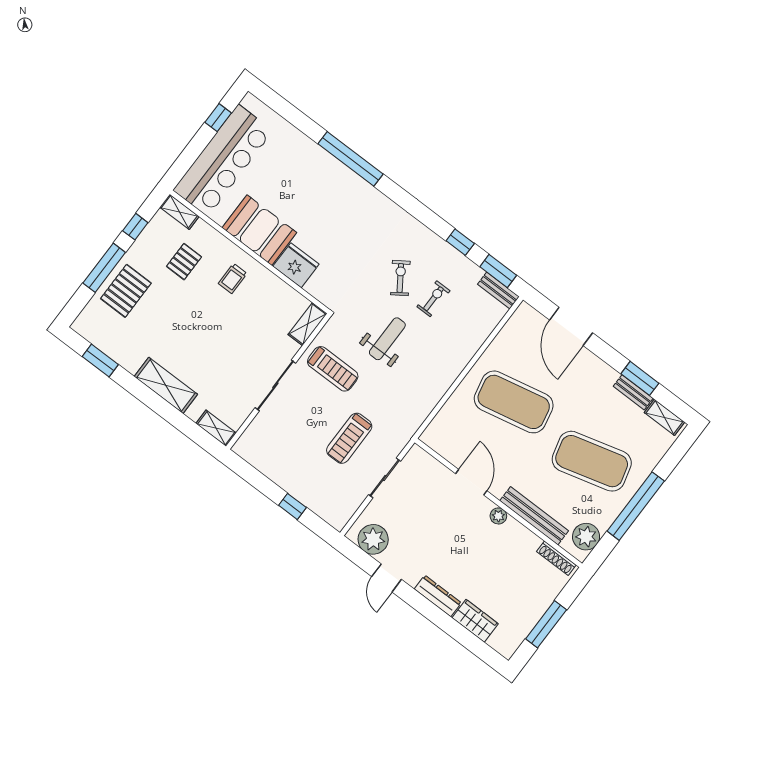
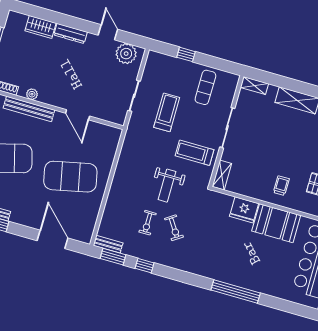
exercise mat: (283, 452) -> (205, 87), added
plant: (498, 516) -> (32, 94), moved

